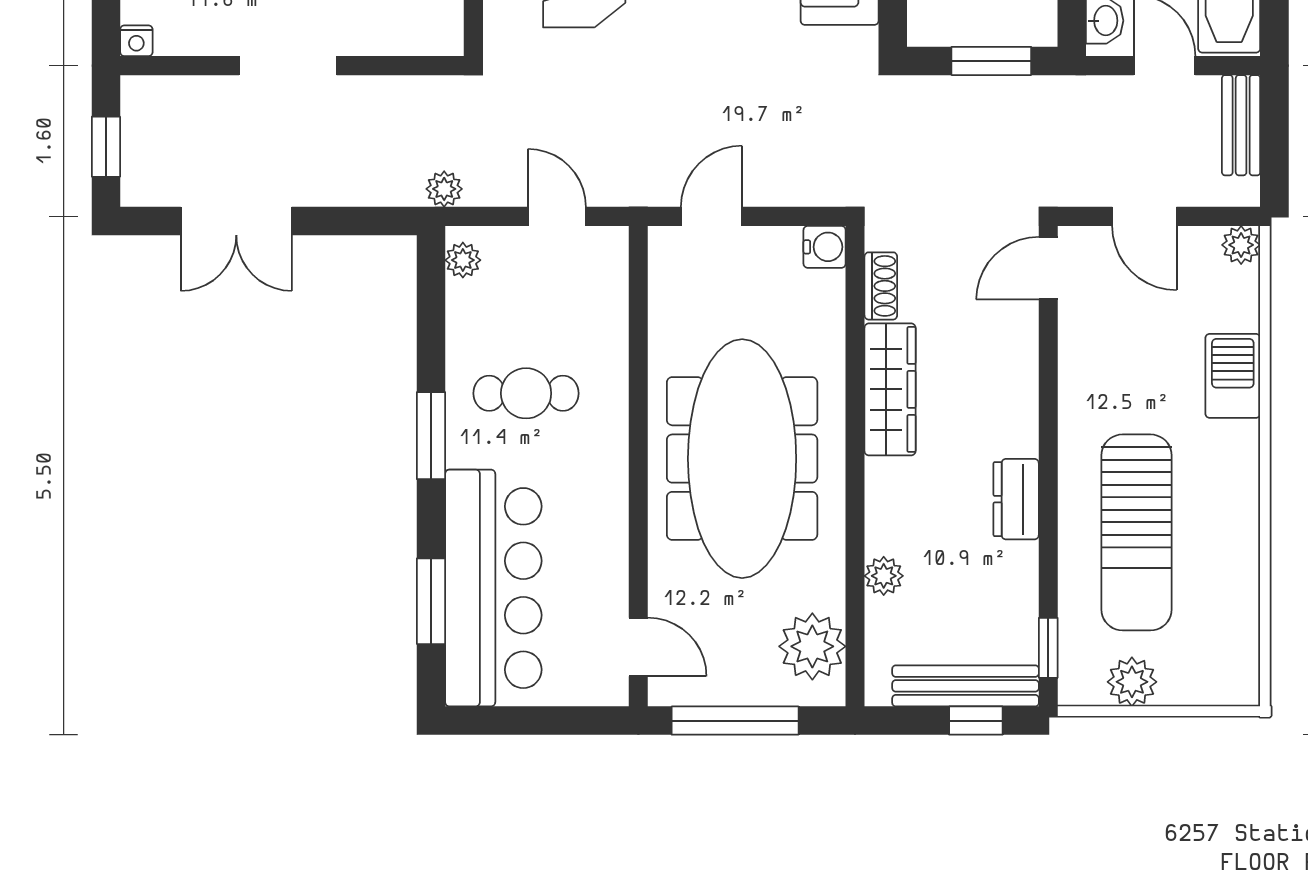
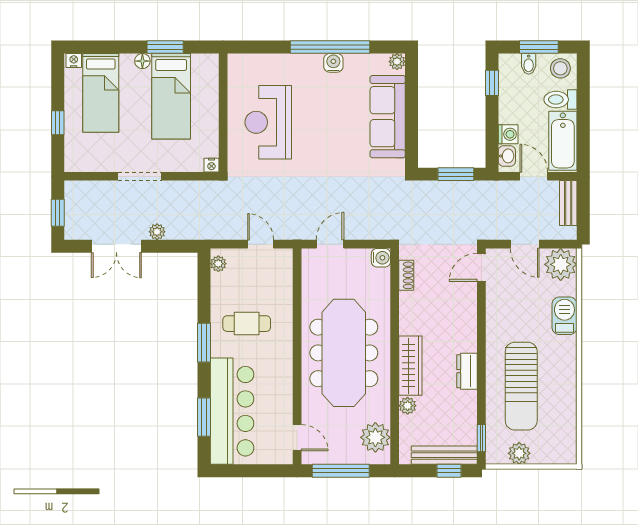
nightstand: (136, 41) -> (211, 165), moved
plant: (444, 189) -> (157, 232), moved
plant: (1241, 245) -> (561, 264), width x1.87, depth x1.87
wardrobe: (890, 389) -> (410, 366), moved

